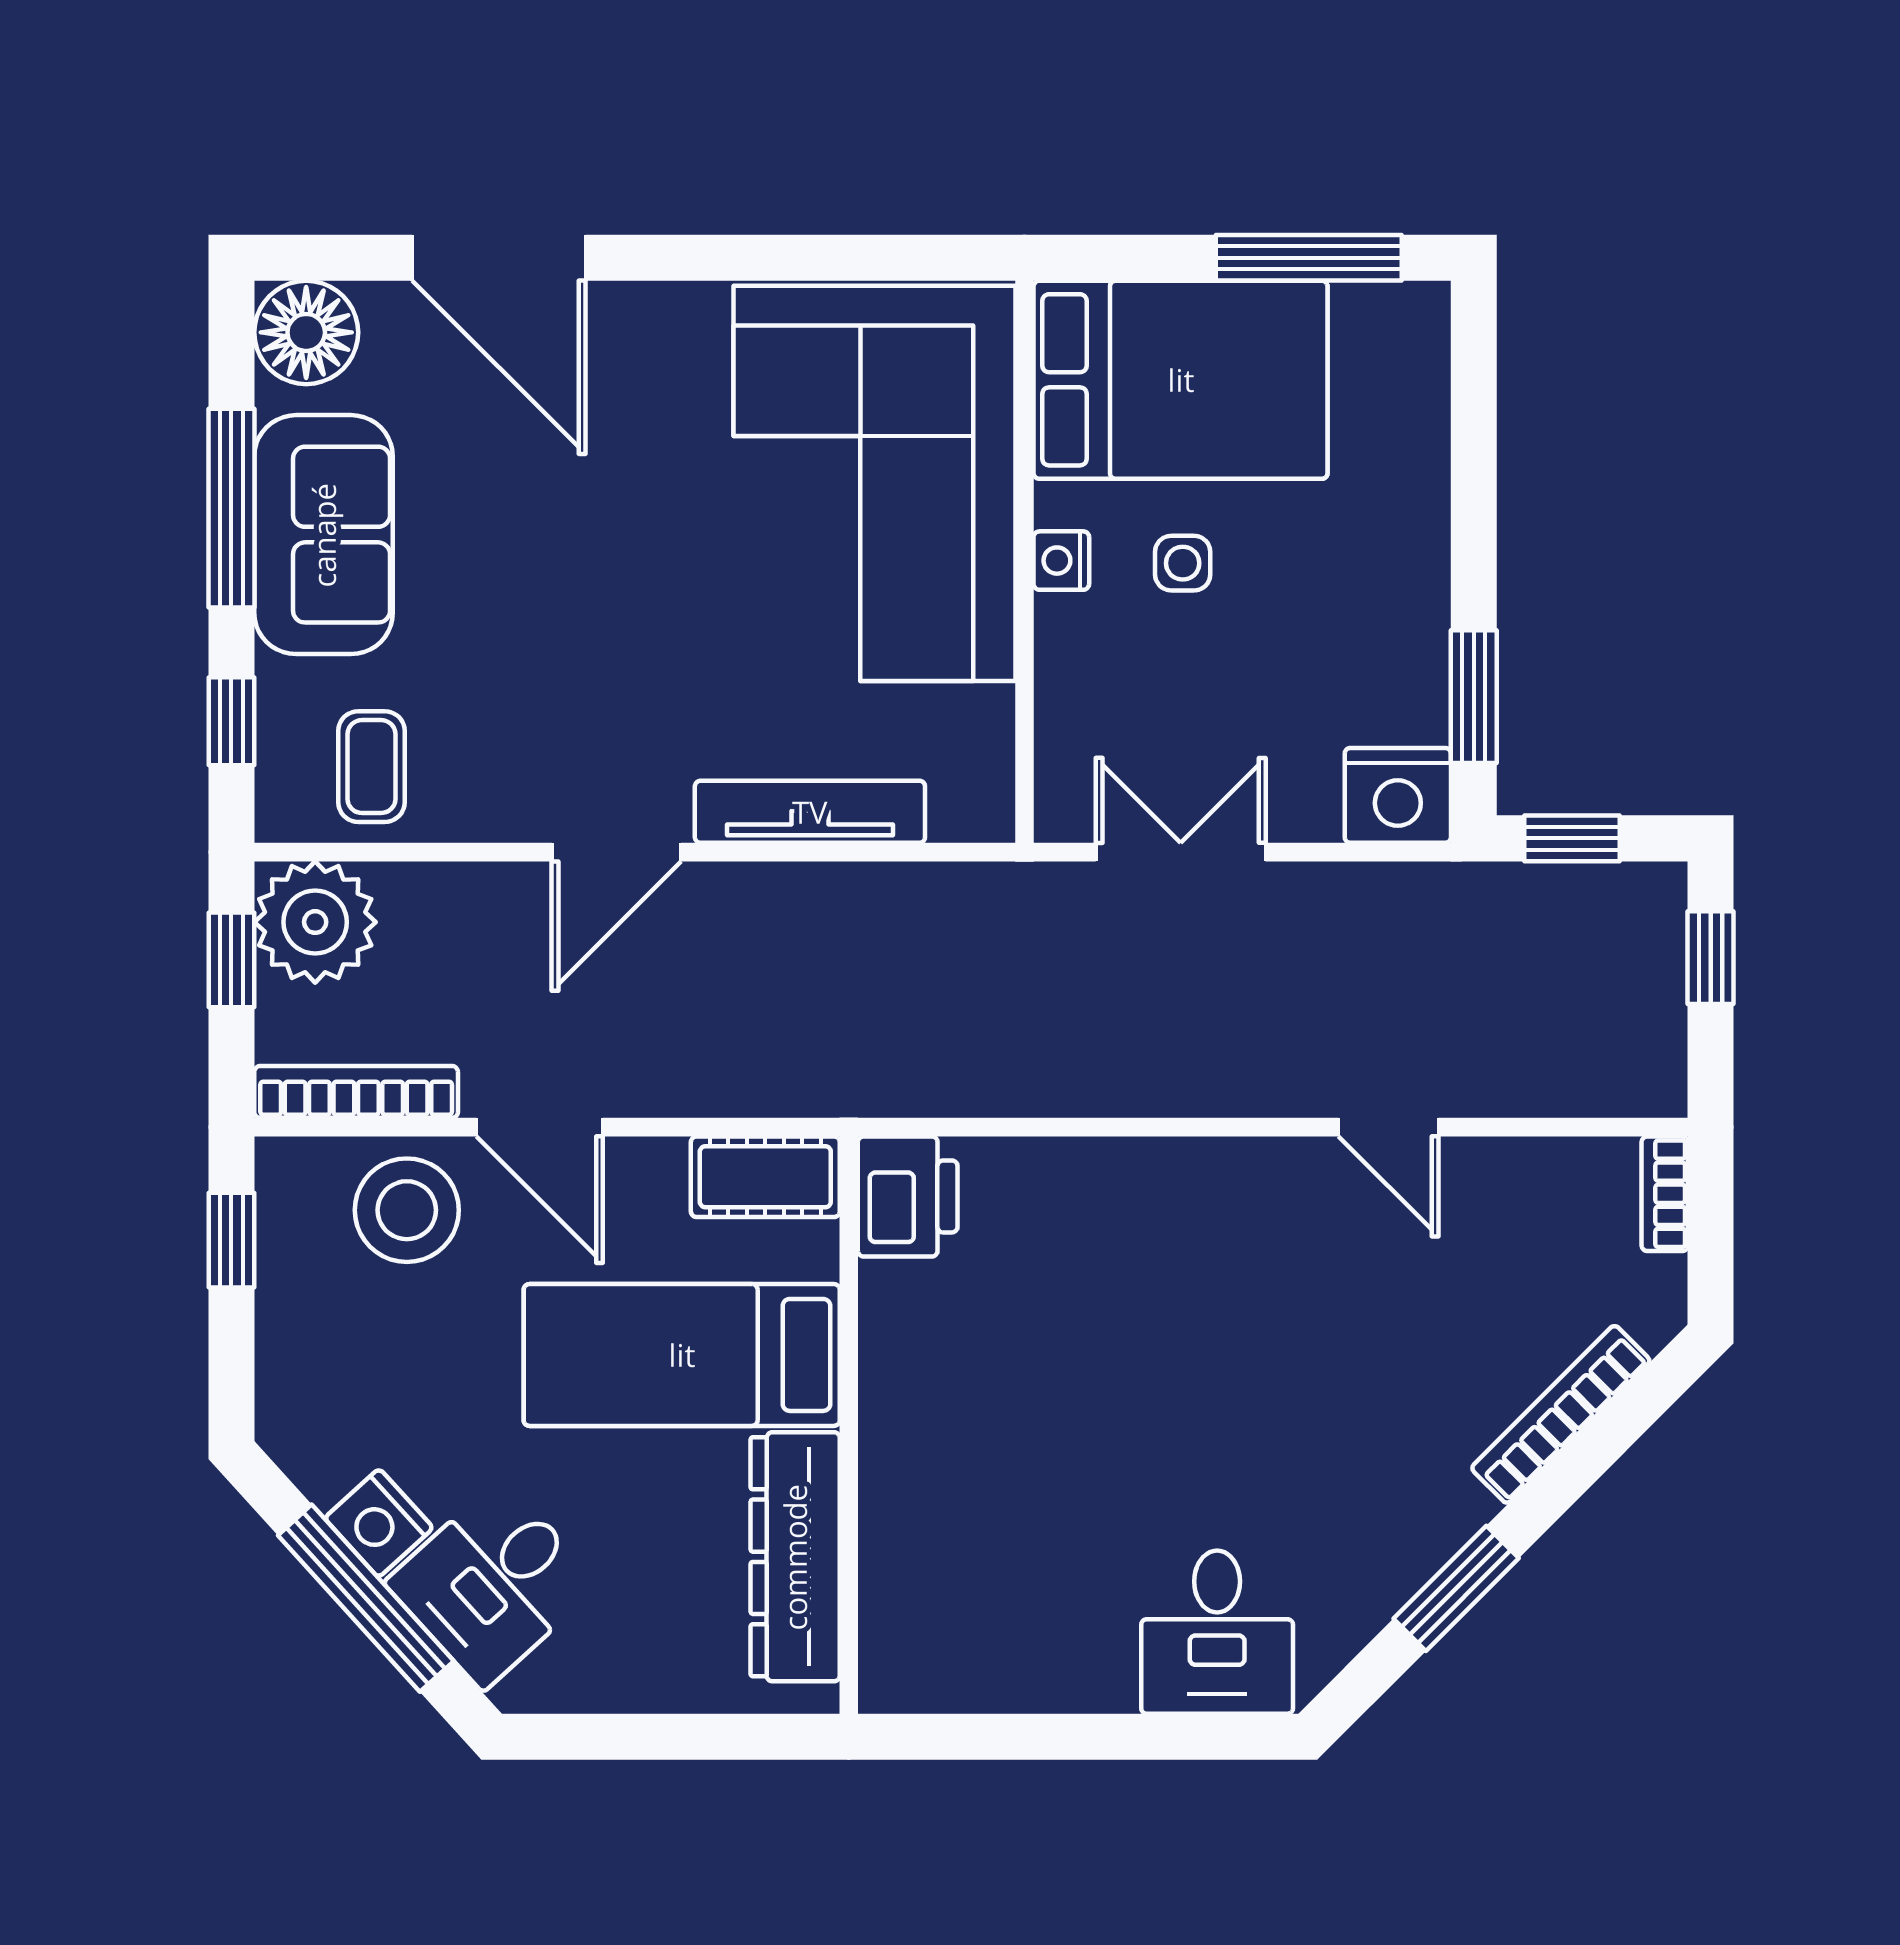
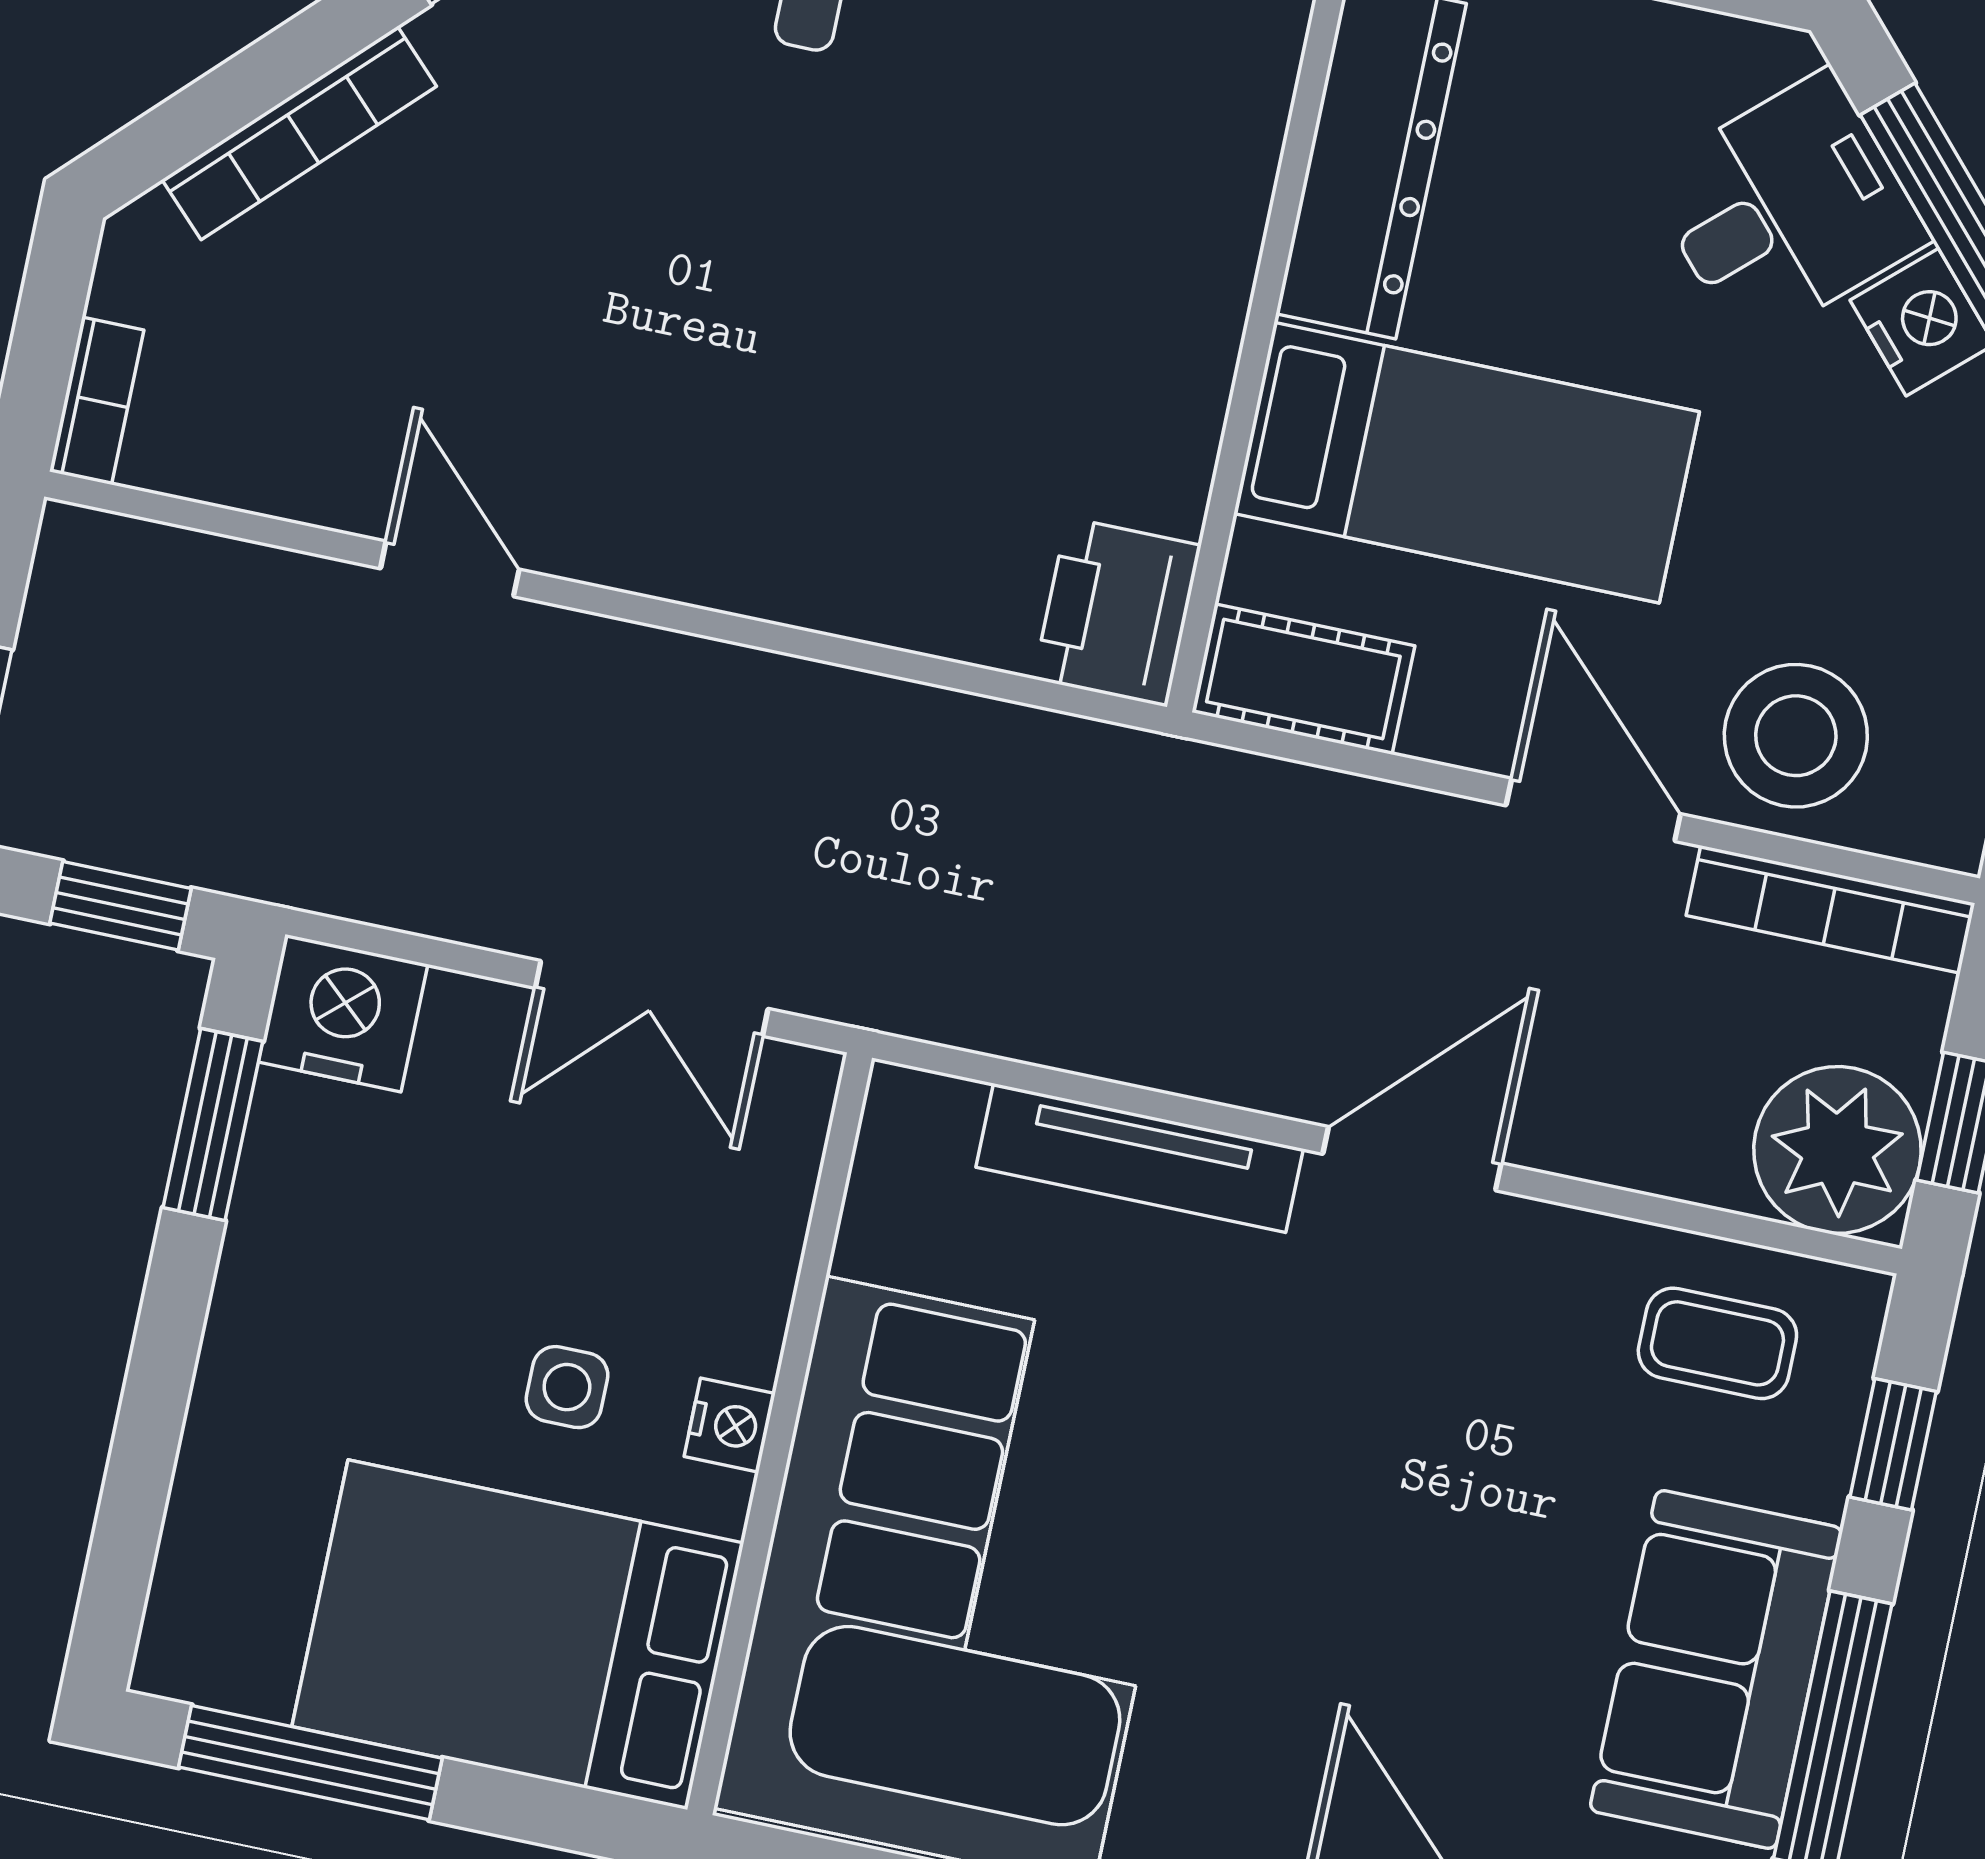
coffee table: (371, 767) -> (1717, 1343), turned 90

